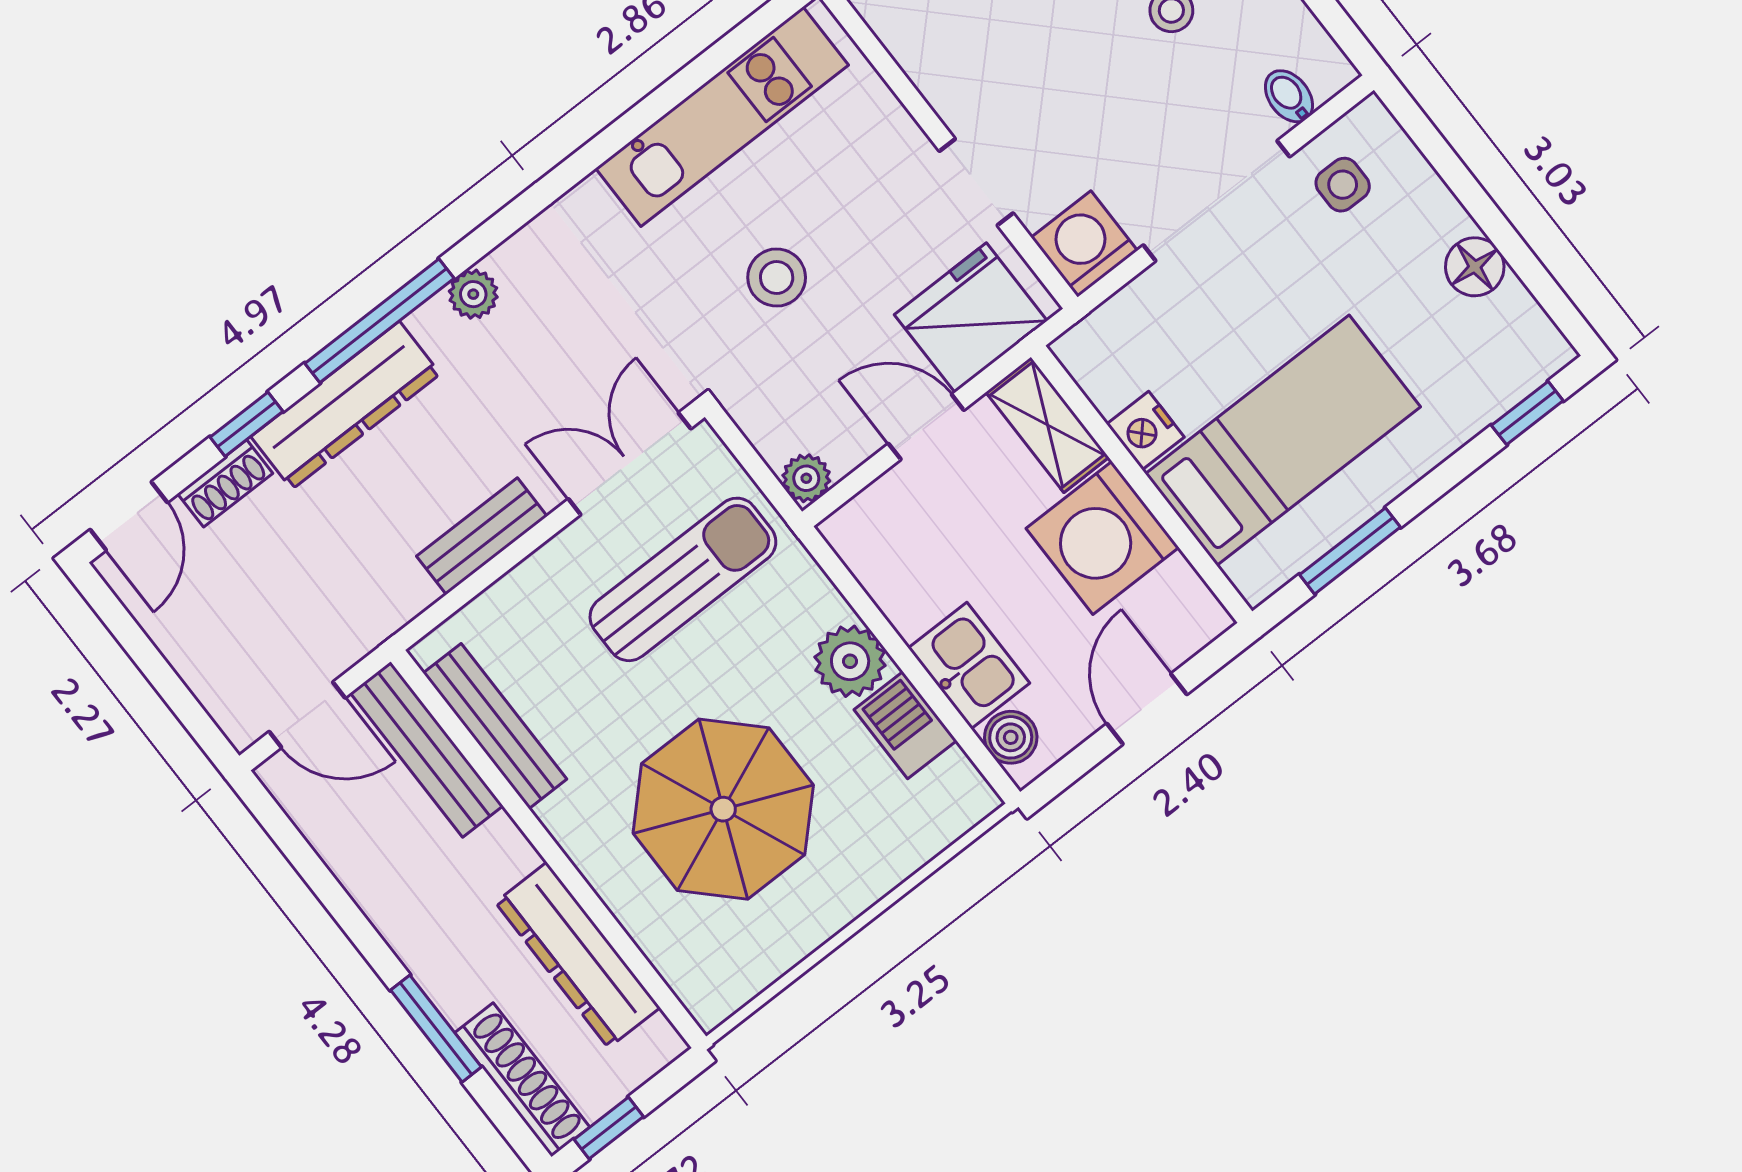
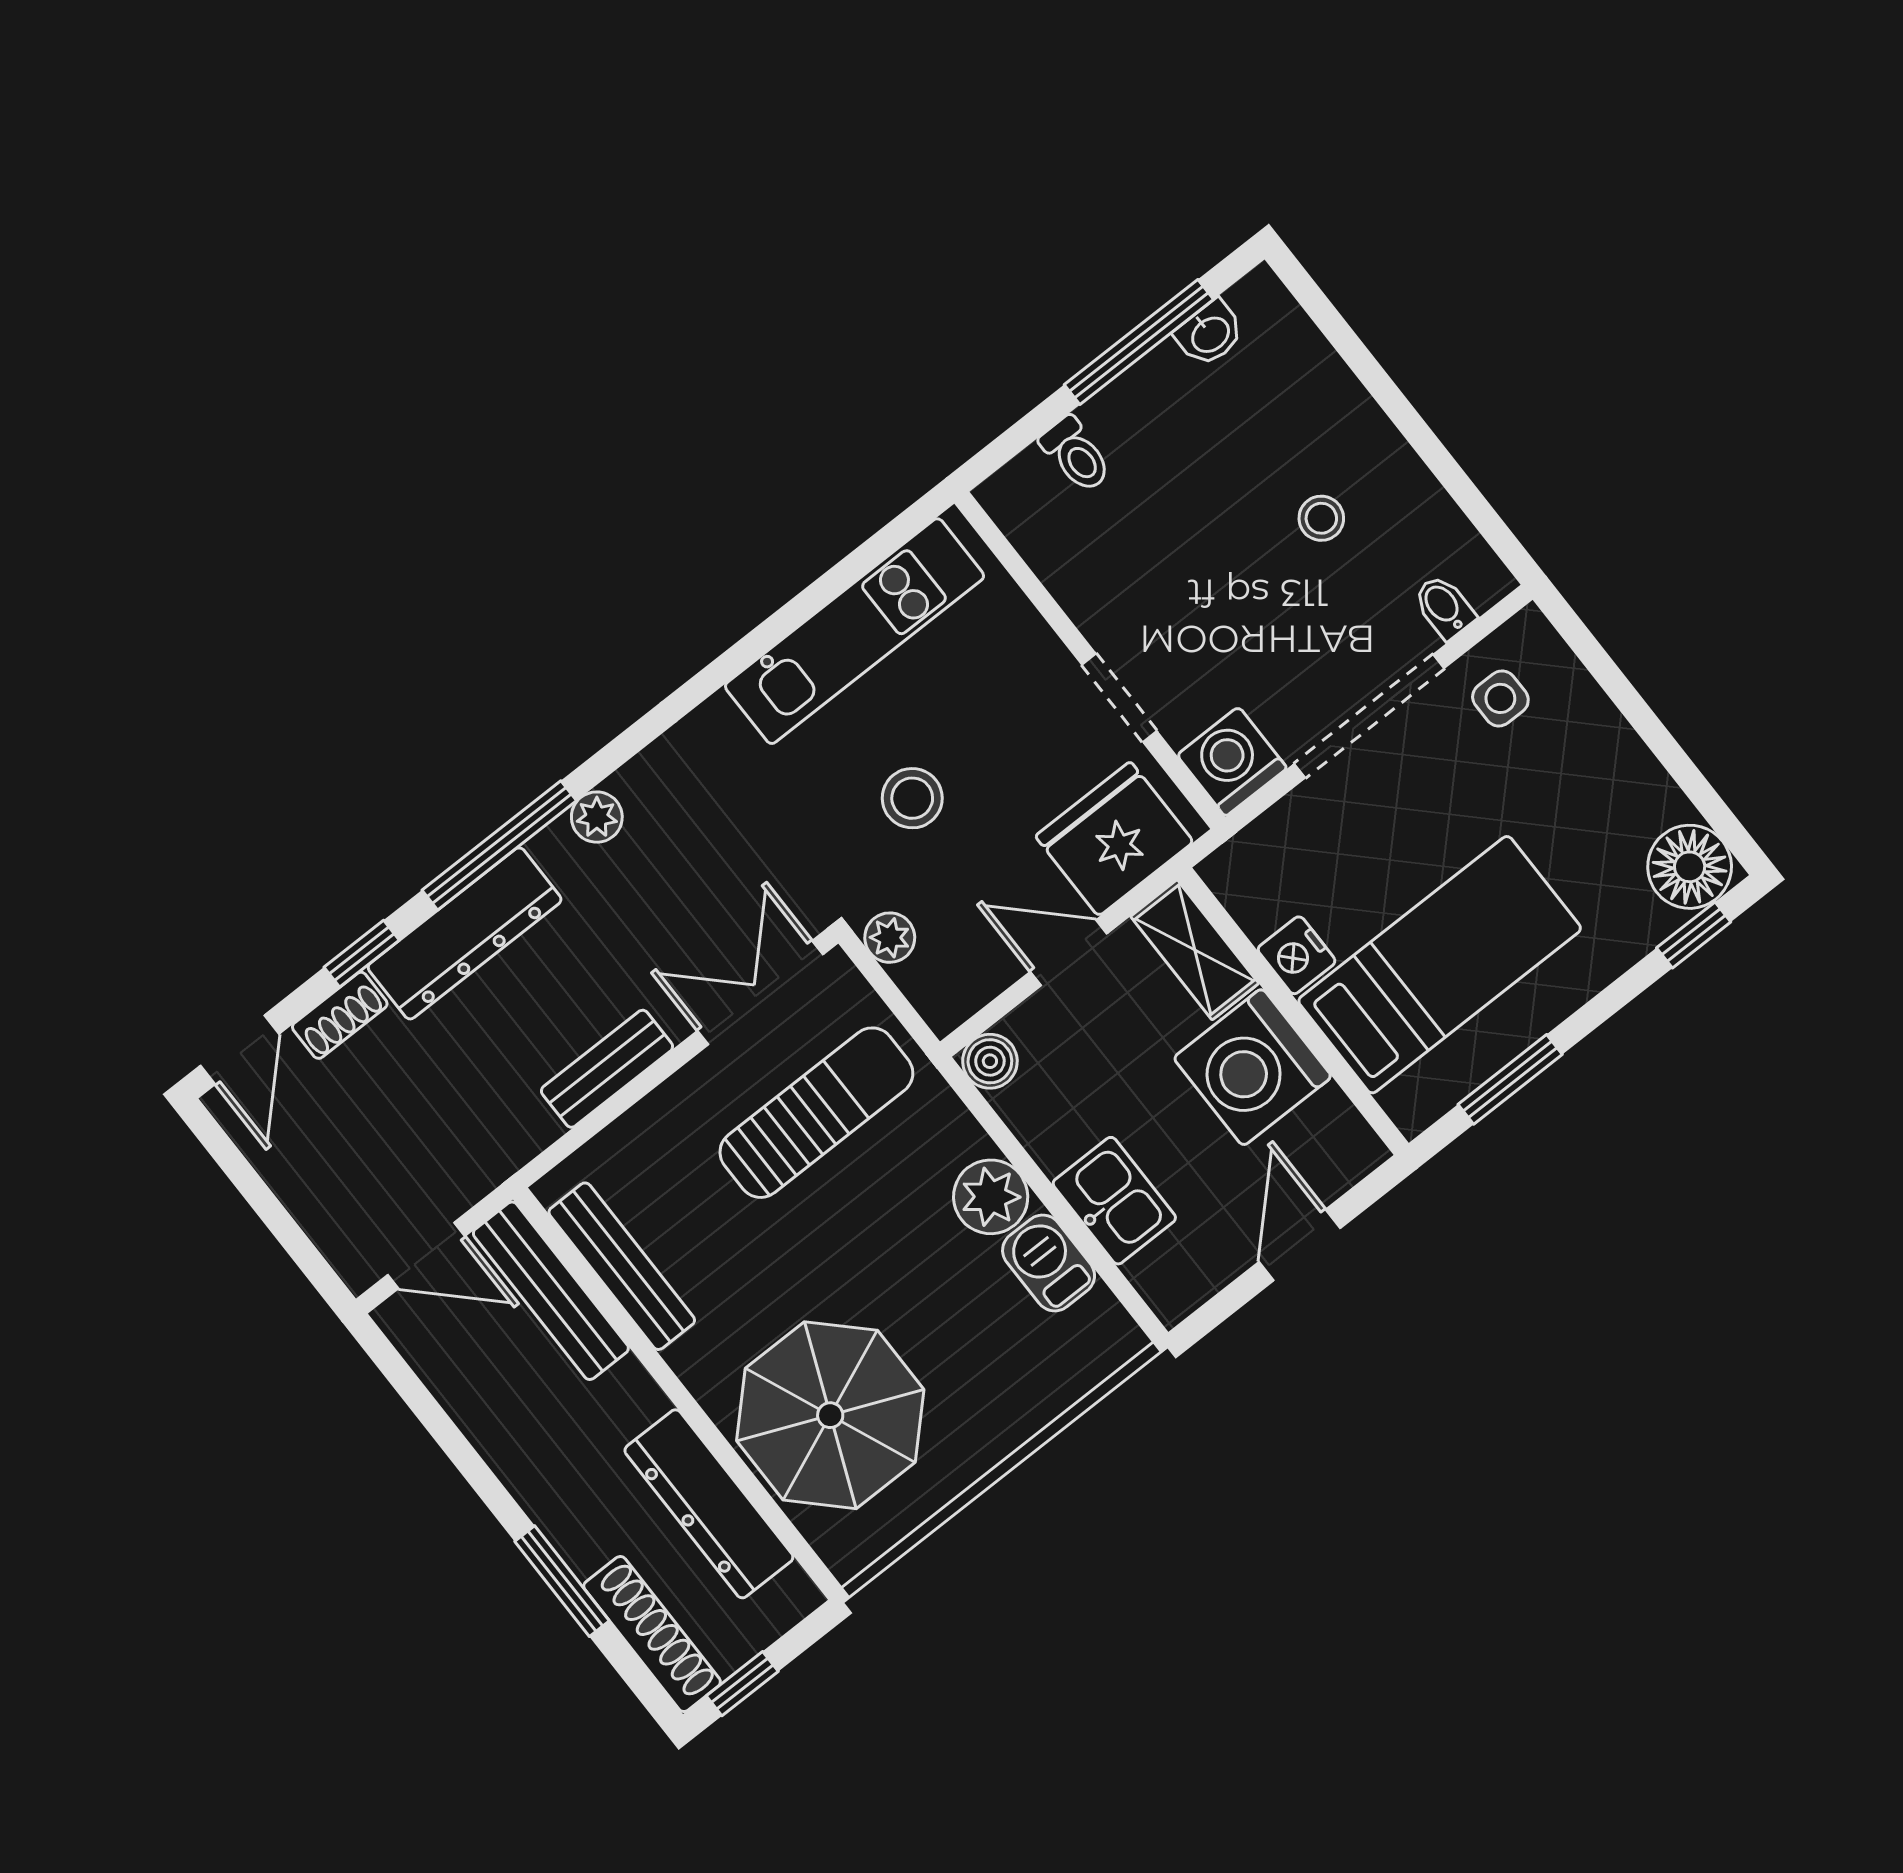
floor lamp: (1475, 267) -> (1690, 867), moved, width x1.38, depth x1.38
plant: (806, 478) -> (890, 938), moved
boiler: (1011, 737) -> (990, 1061), moved
parasol: (723, 809) -> (830, 1415), moved

